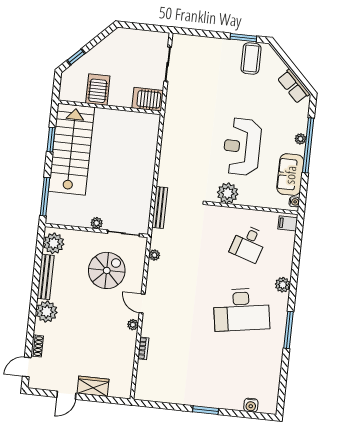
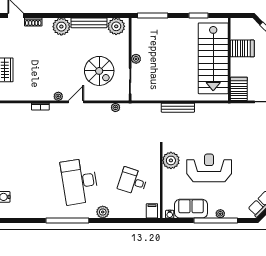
stairs: (72, 149) -> (213, 58), moved, turned 90
bench: (160, 208) -> (178, 108), moved
window: (289, 330) -> (67, 220), width x1.46

